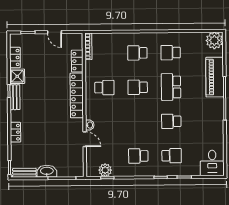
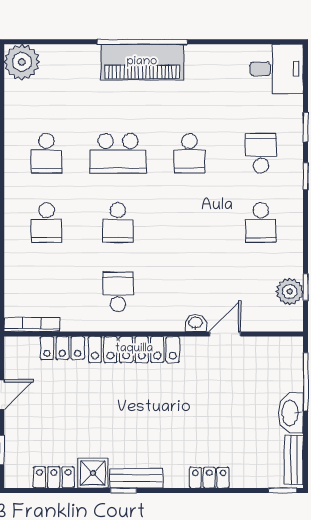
piano: (215, 77) -> (142, 62), moved

